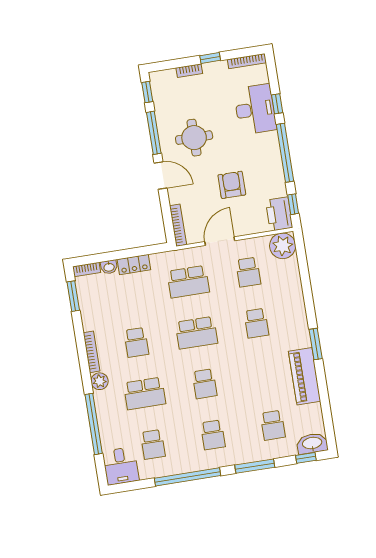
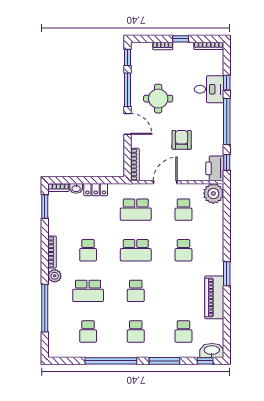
desk: (255, 109) -> (209, 89), width x0.73
desk: (121, 466) -> (61, 344), removed

